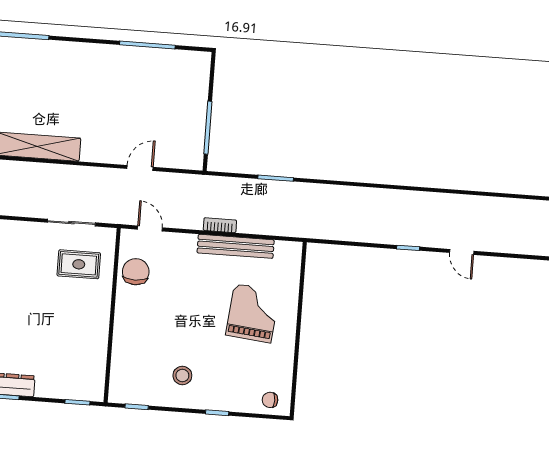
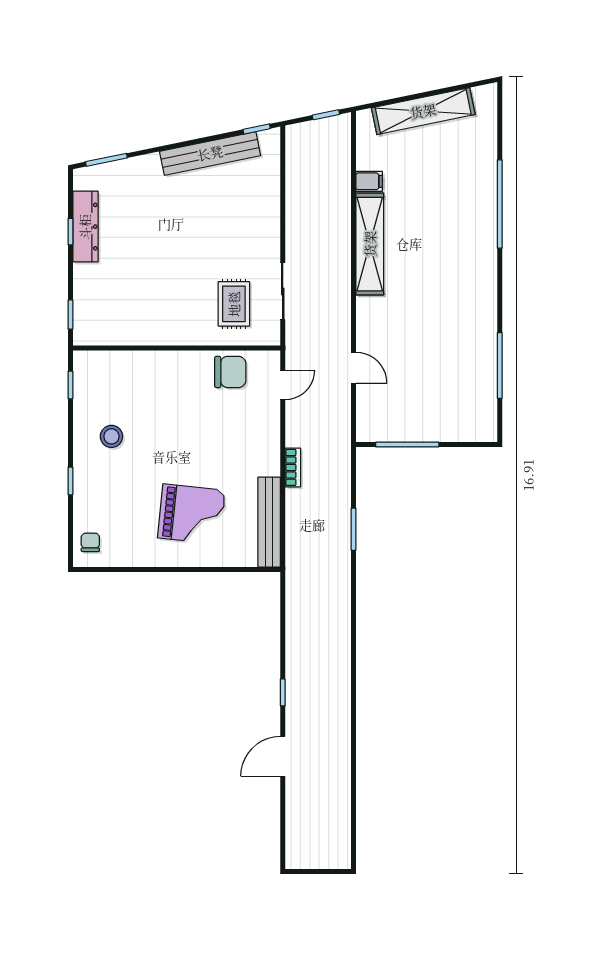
bench: (236, 246) -> (269, 522), moved
door: (462, 252) -> (283, 756), width x1.38

